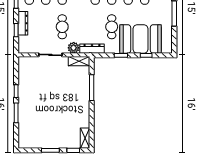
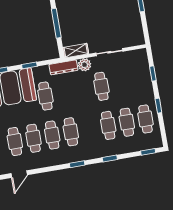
dresser: (23, 23) -> (147, 83), removed

